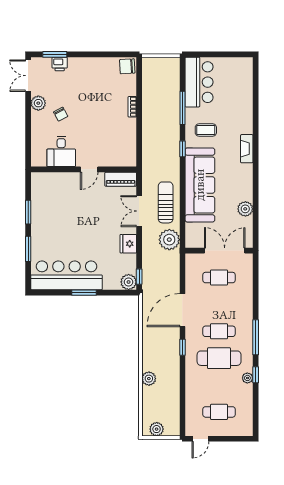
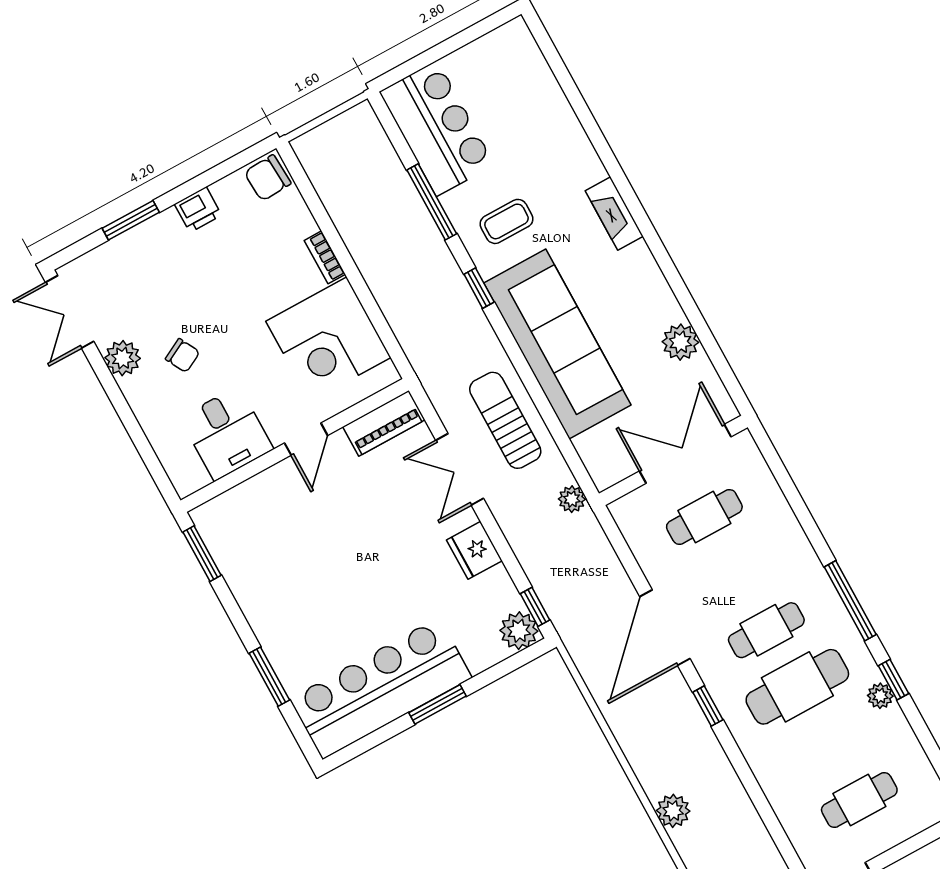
window: (55, 54) -> (131, 220), moved
printer: (60, 64) -> (198, 210), moved
corner desk: (117, 137) -> (328, 339), added
window: (28, 212) -> (202, 554), moved
plant: (169, 240) -> (572, 499), width x0.53, depth x0.53

